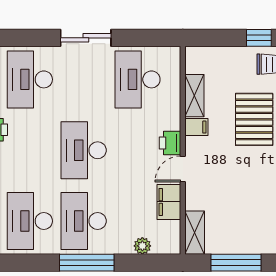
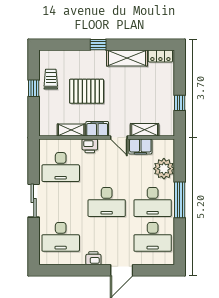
filing cabinet: (196, 127) -> (97, 129), width x2.00
printer: (170, 143) -> (90, 146), moved
shelving: (195, 233) -> (145, 130), moved
plant: (142, 246) -> (164, 169), width x1.88, depth x1.88
window: (236, 263) -> (180, 103), width x0.46

